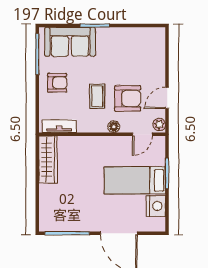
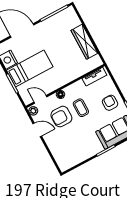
armchair: (57, 83) -> (110, 103), turned 90
door: (167, 98) -> (37, 130), hinge flipped
door: (142, 134) -> (40, 99), hinge flipped
wardrobe: (48, 160) -> (84, 42), moved

